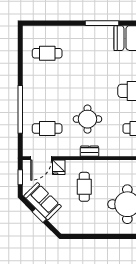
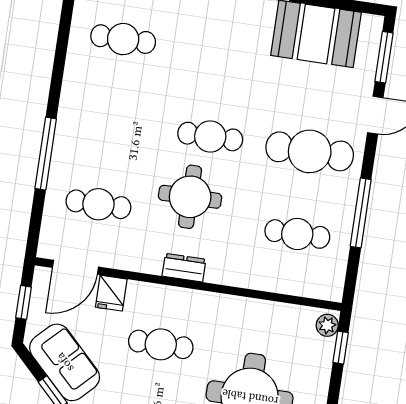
cafe table: (92, 91) -> (210, 137), added
window: (20, 109) -> (46, 154), width x0.68
cafe table: (84, 187) -> (161, 344), turned 90

